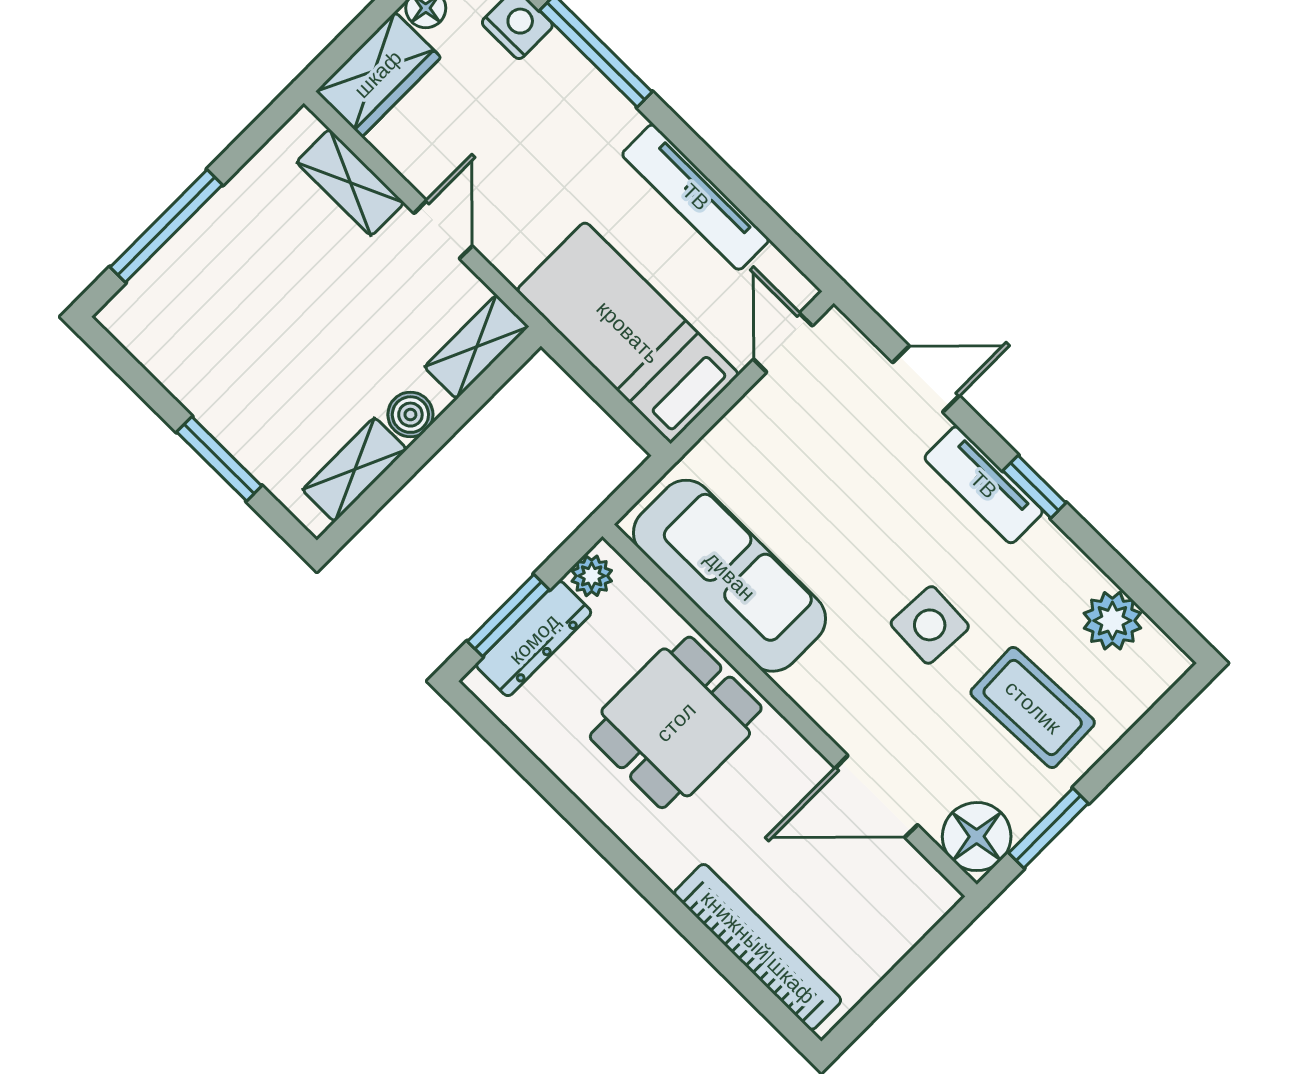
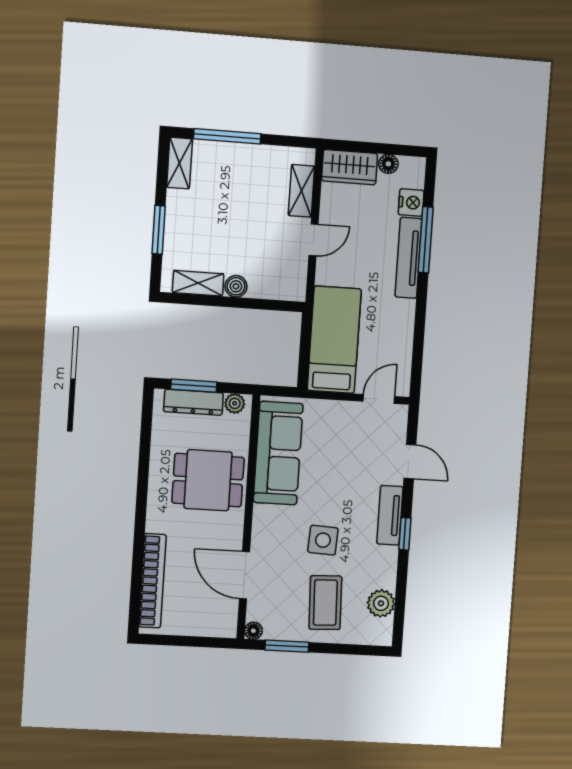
tv unit: (696, 197) -> (408, 258), moved
shelving: (477, 347) -> (180, 163), moved, turned 90
floor lamp: (977, 837) -> (253, 631), width x0.53, depth x0.53

